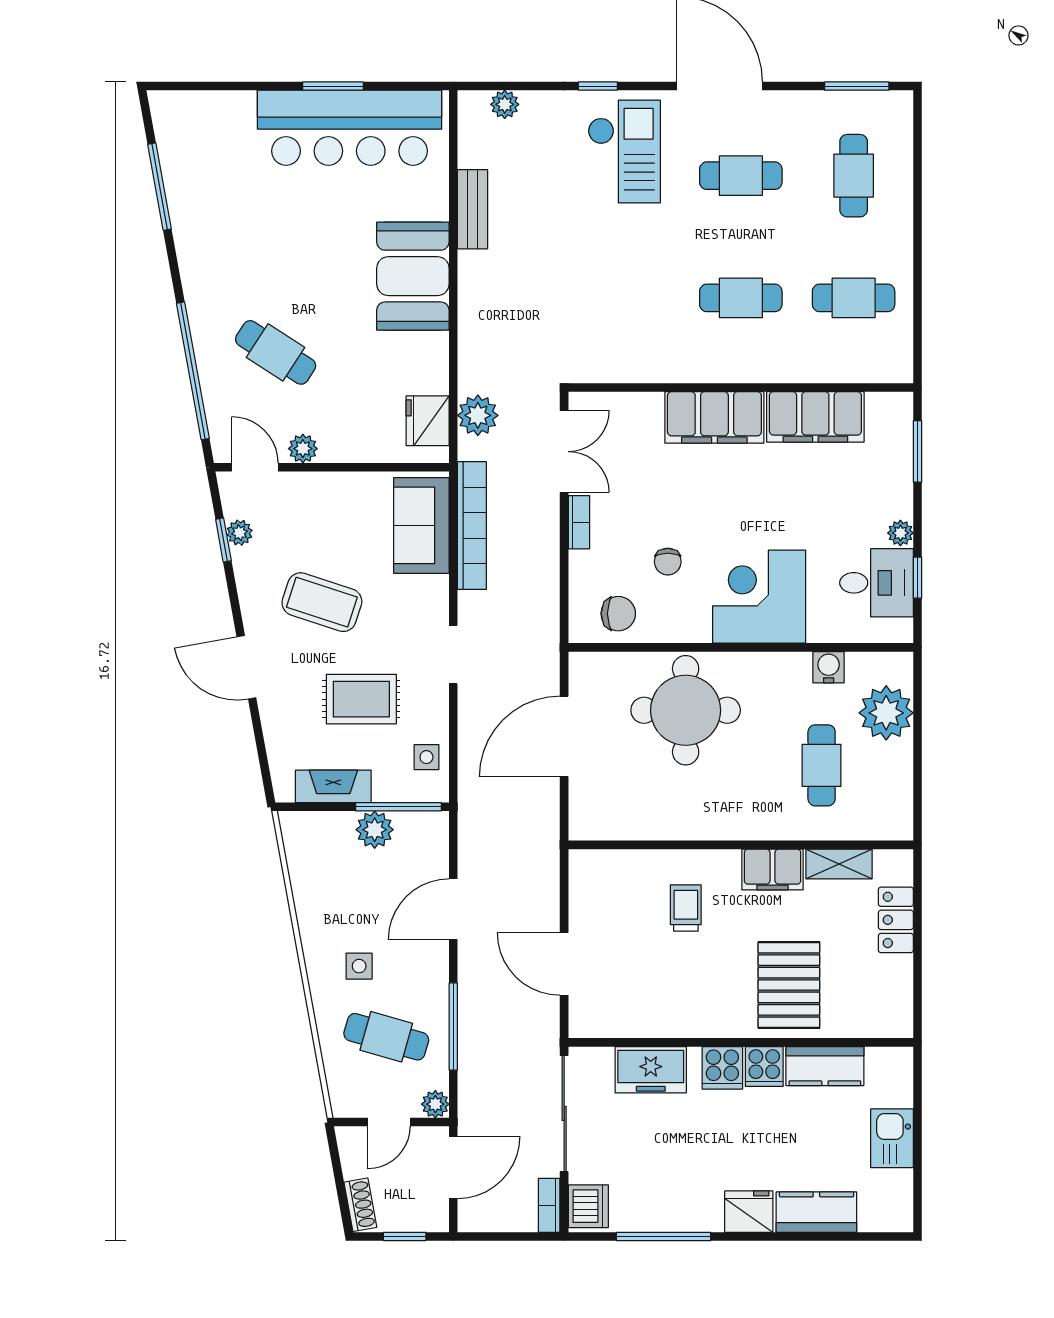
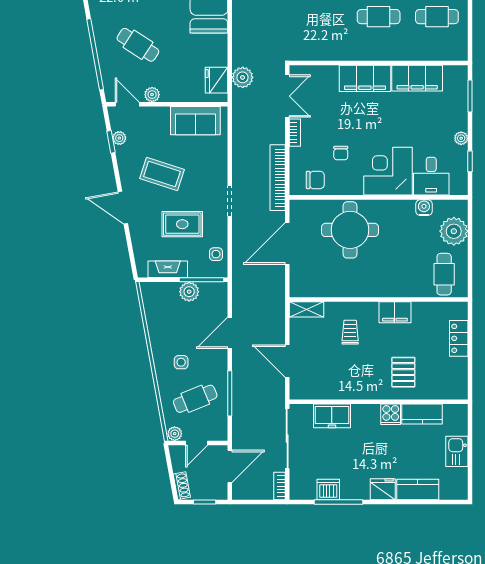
sofa: (421, 525) -> (195, 121), moved, turned -90
bookcase: (472, 526) -> (278, 178), moved, turned 180
desk: (877, 583) -> (431, 176), moved, turned 90
cafe table: (822, 765) -> (444, 274), moved
shelving: (839, 864) -> (306, 309), moved
pallet: (789, 985) -> (403, 372), width x0.67, depth x0.71
cafe table: (386, 1037) -> (195, 399), turned -38
cooker: (722, 1068) -> (369, 415), removed
plant: (435, 1104) -> (175, 434), moved
dishwasher: (588, 1206) -> (328, 490), moved, turned -90

